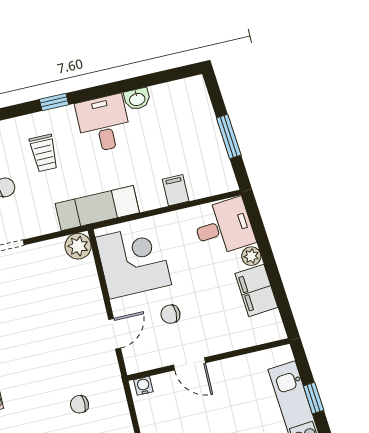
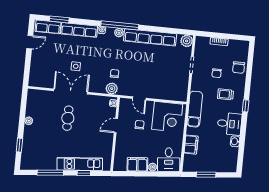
filing cabinet: (176, 190) -> (191, 145), width x2.00
plant: (78, 246) -> (112, 89), moved

